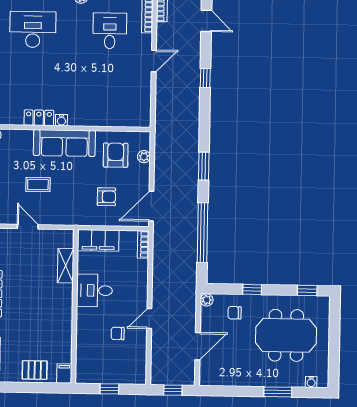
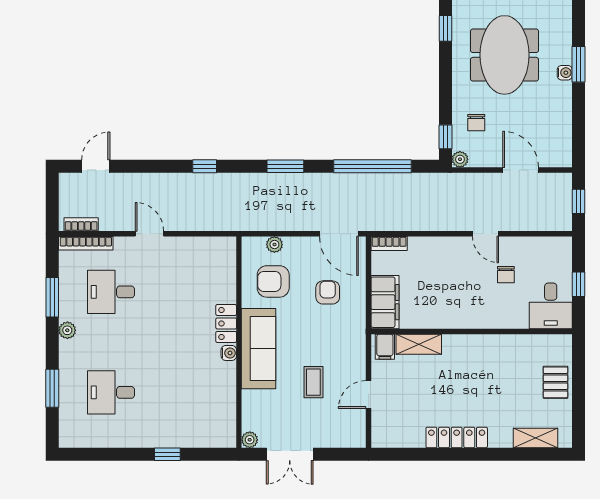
desk: (33, 30) -> (111, 392), width x0.73
window: (205, 78) -> (205, 166), moved
locker: (39, 118) -> (226, 323), moved
desk: (95, 290) -> (551, 306), moved
window: (252, 290) -> (445, 137), moved
filing cabinet: (64, 374) -> (385, 347), moved, turned -90
water cooler: (311, 382) -> (565, 73), moved

